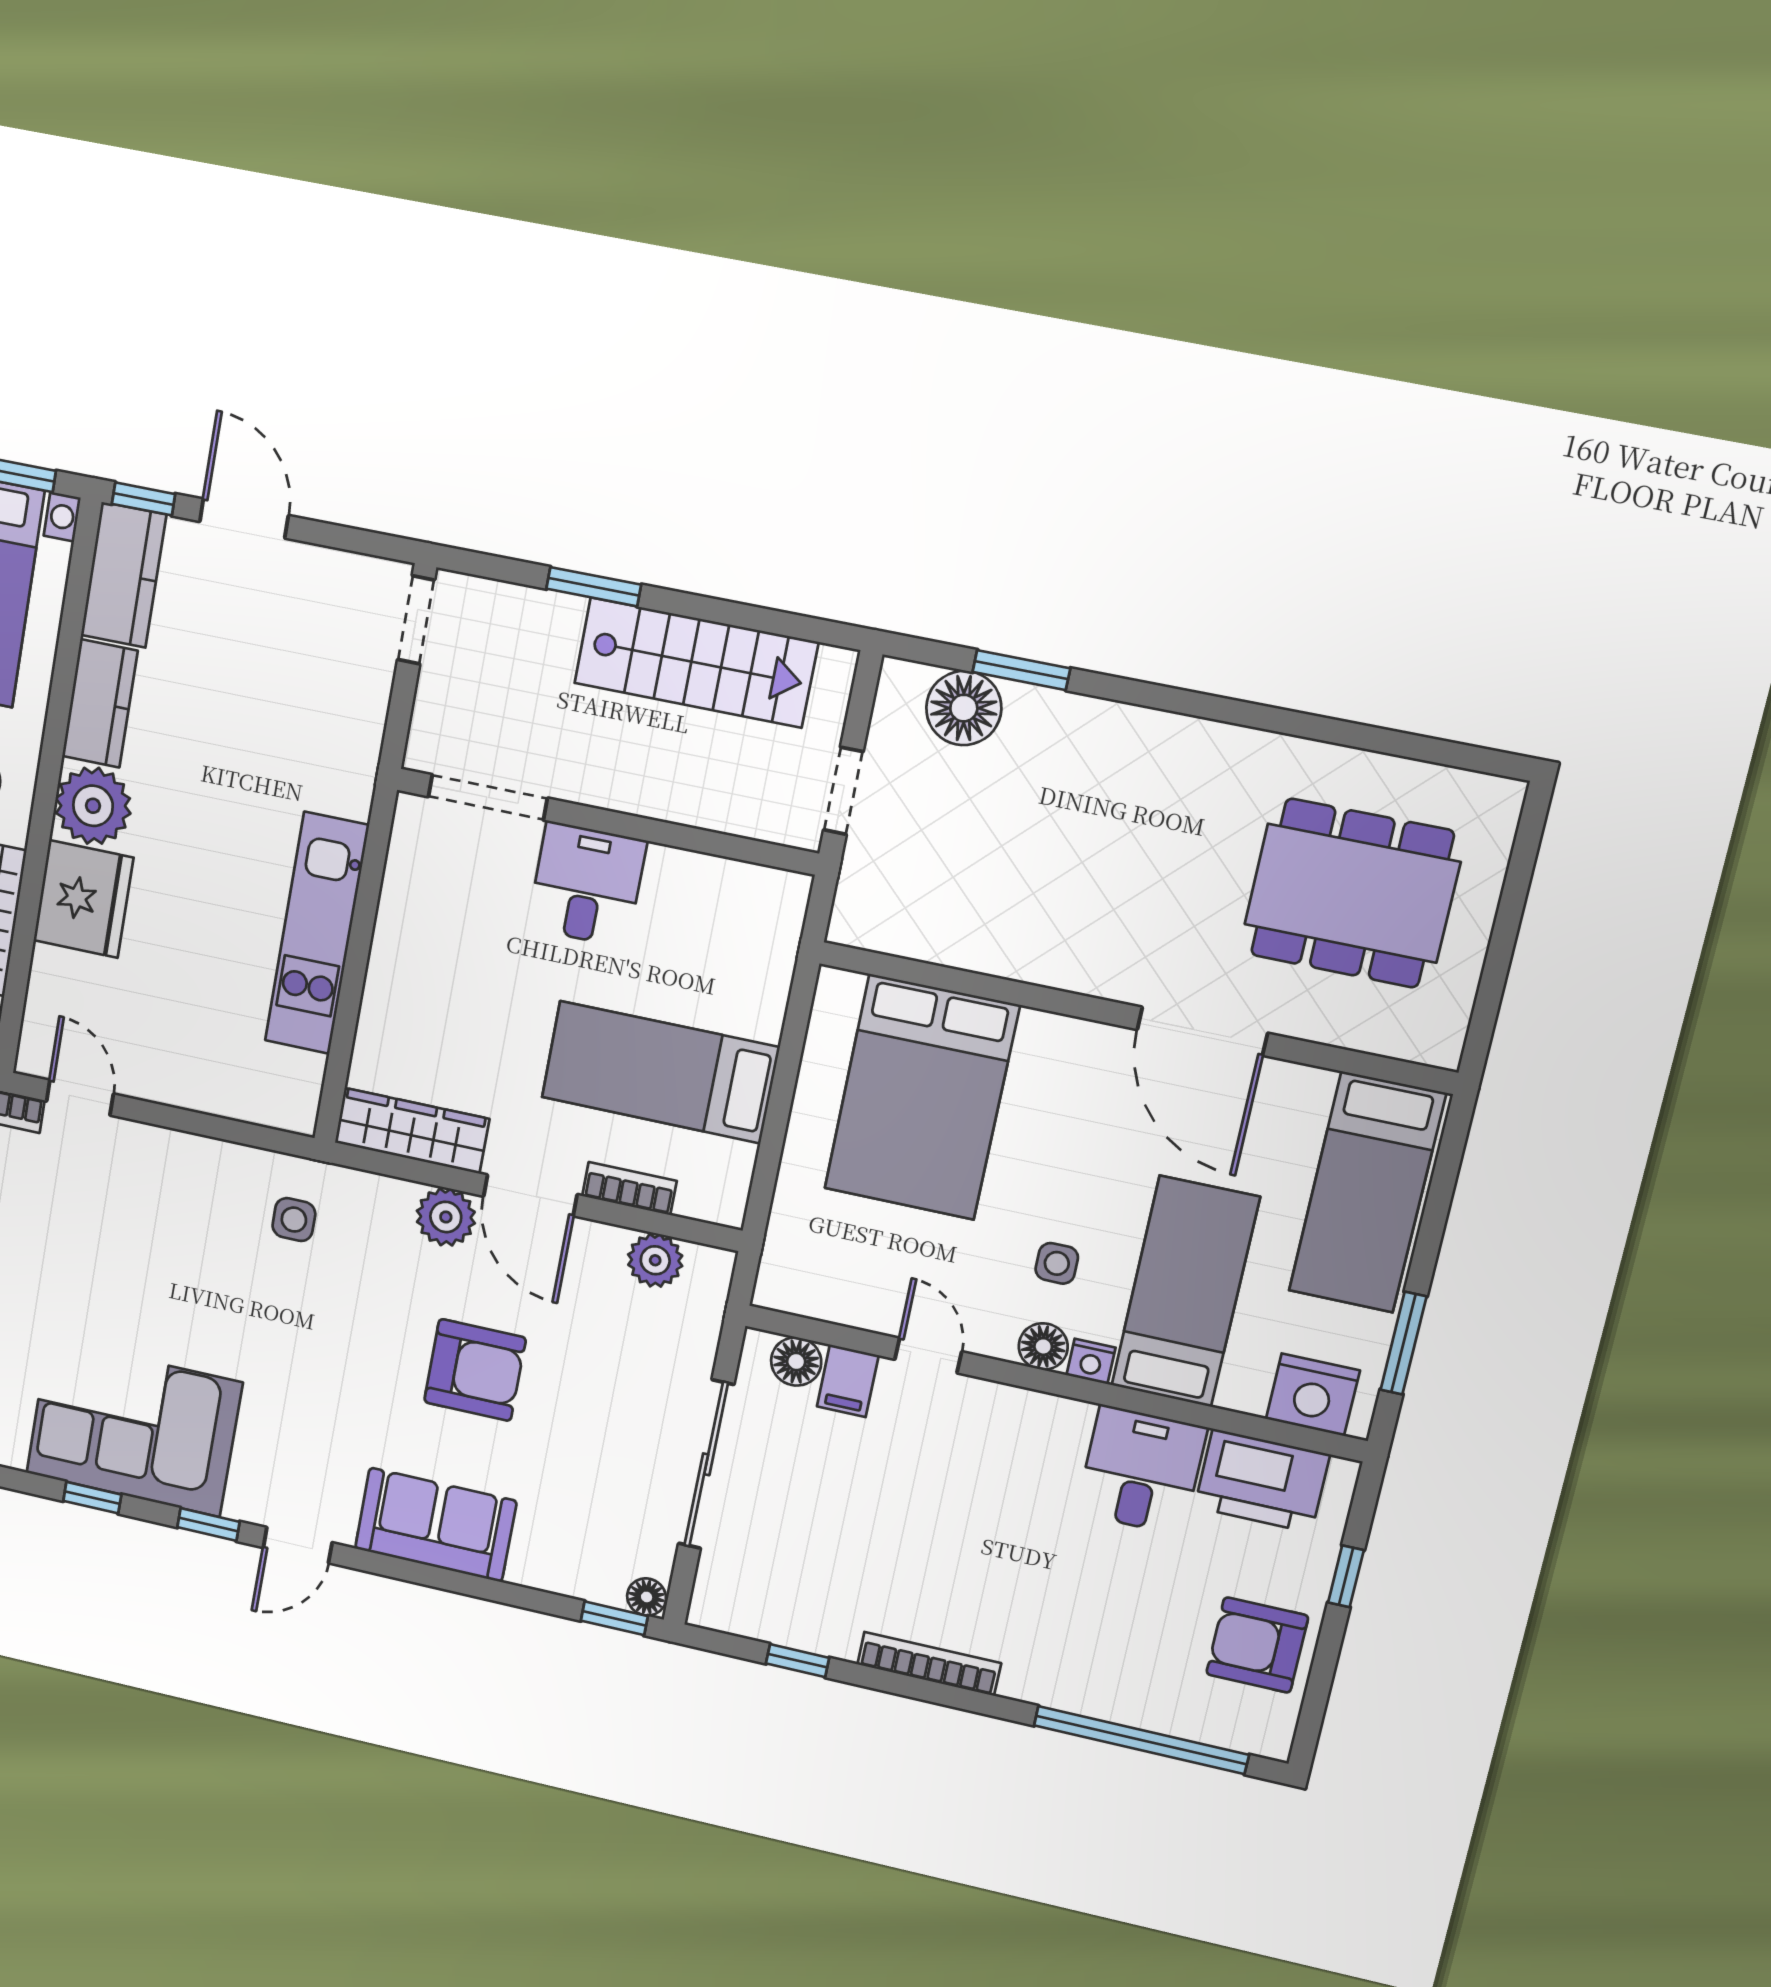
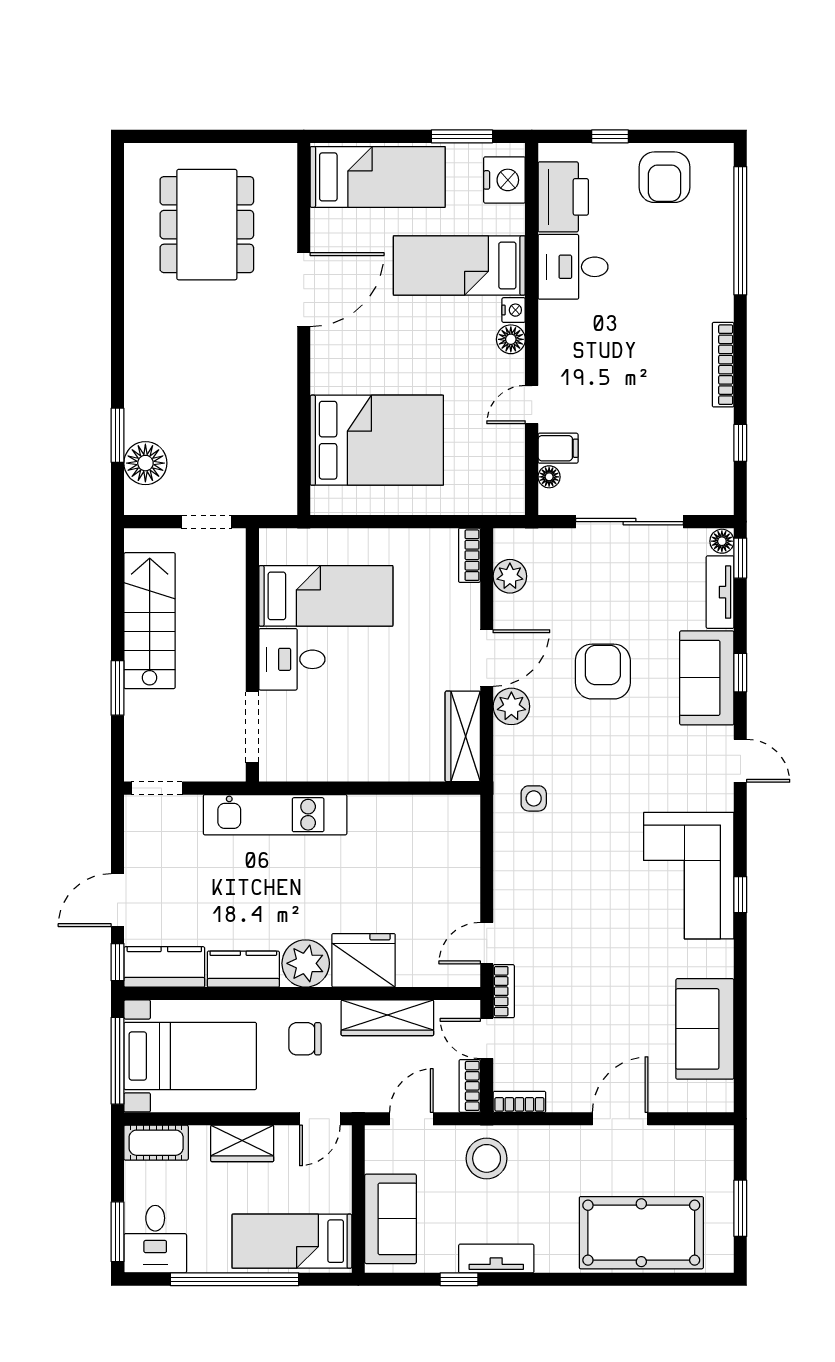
kitchen unit: (317, 933) -> (275, 815), moved
bed: (660, 1072) -> (326, 596), moved, turned -90
bookcase: (629, 1189) -> (469, 555), moved
side table: (1057, 1263) -> (459, 342), removed
floor lamp: (796, 1362) -> (549, 477), width x0.73, depth x0.73
window: (208, 1524) -> (740, 673), moved
tv unit: (567, 1576) -> (720, 592), added

